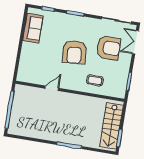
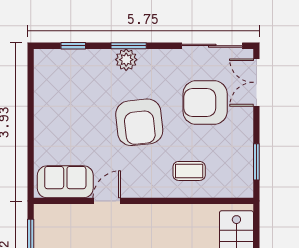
plant: (73, 20) -> (126, 60), added
sofa: (33, 28) -> (65, 182), moved, turned -90
armchair: (108, 48) -> (205, 103), turned 180

